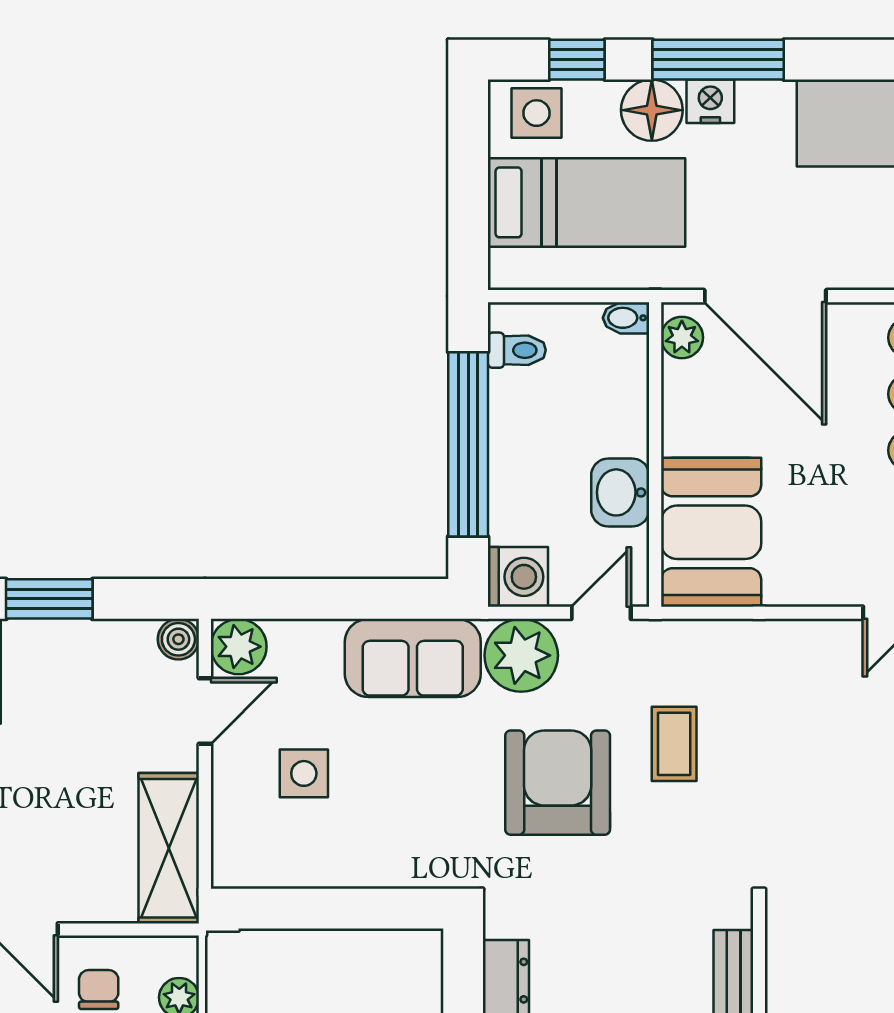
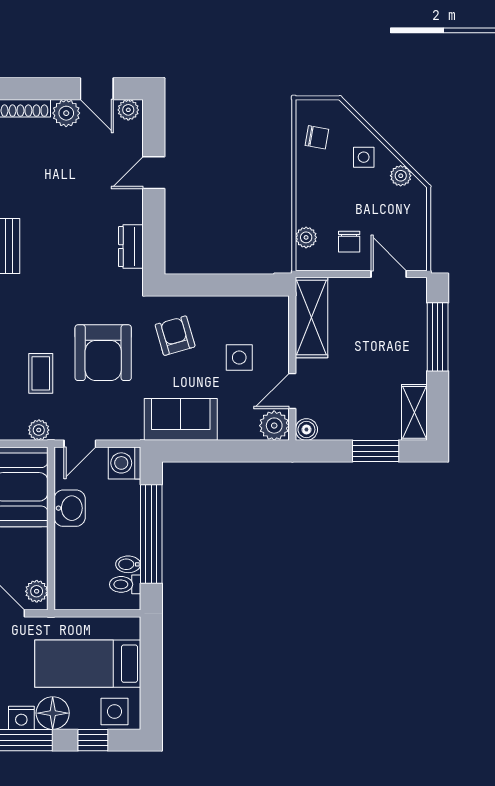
bidet: (626, 318) -> (128, 564), moved, turned 180
plant: (521, 655) -> (39, 430), moved, width x0.53, depth x0.53
armchair: (424, 814) -> (175, 336), added

